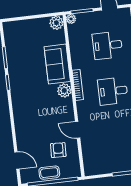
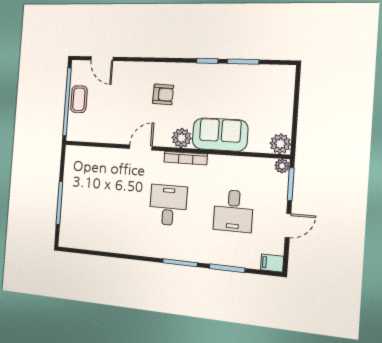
desk: (107, 45) -> (233, 211), turned 180
door: (78, 130) -> (141, 147), moved
armchair: (58, 150) -> (163, 94), moved
door: (17, 160) -> (102, 59), hinge flipped

